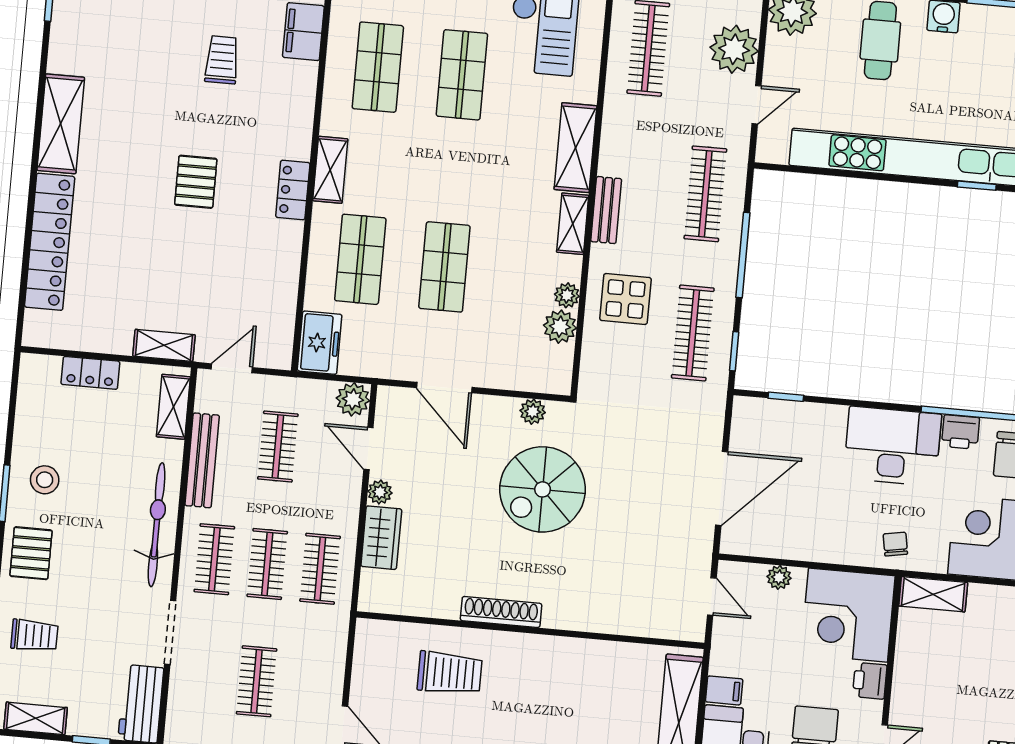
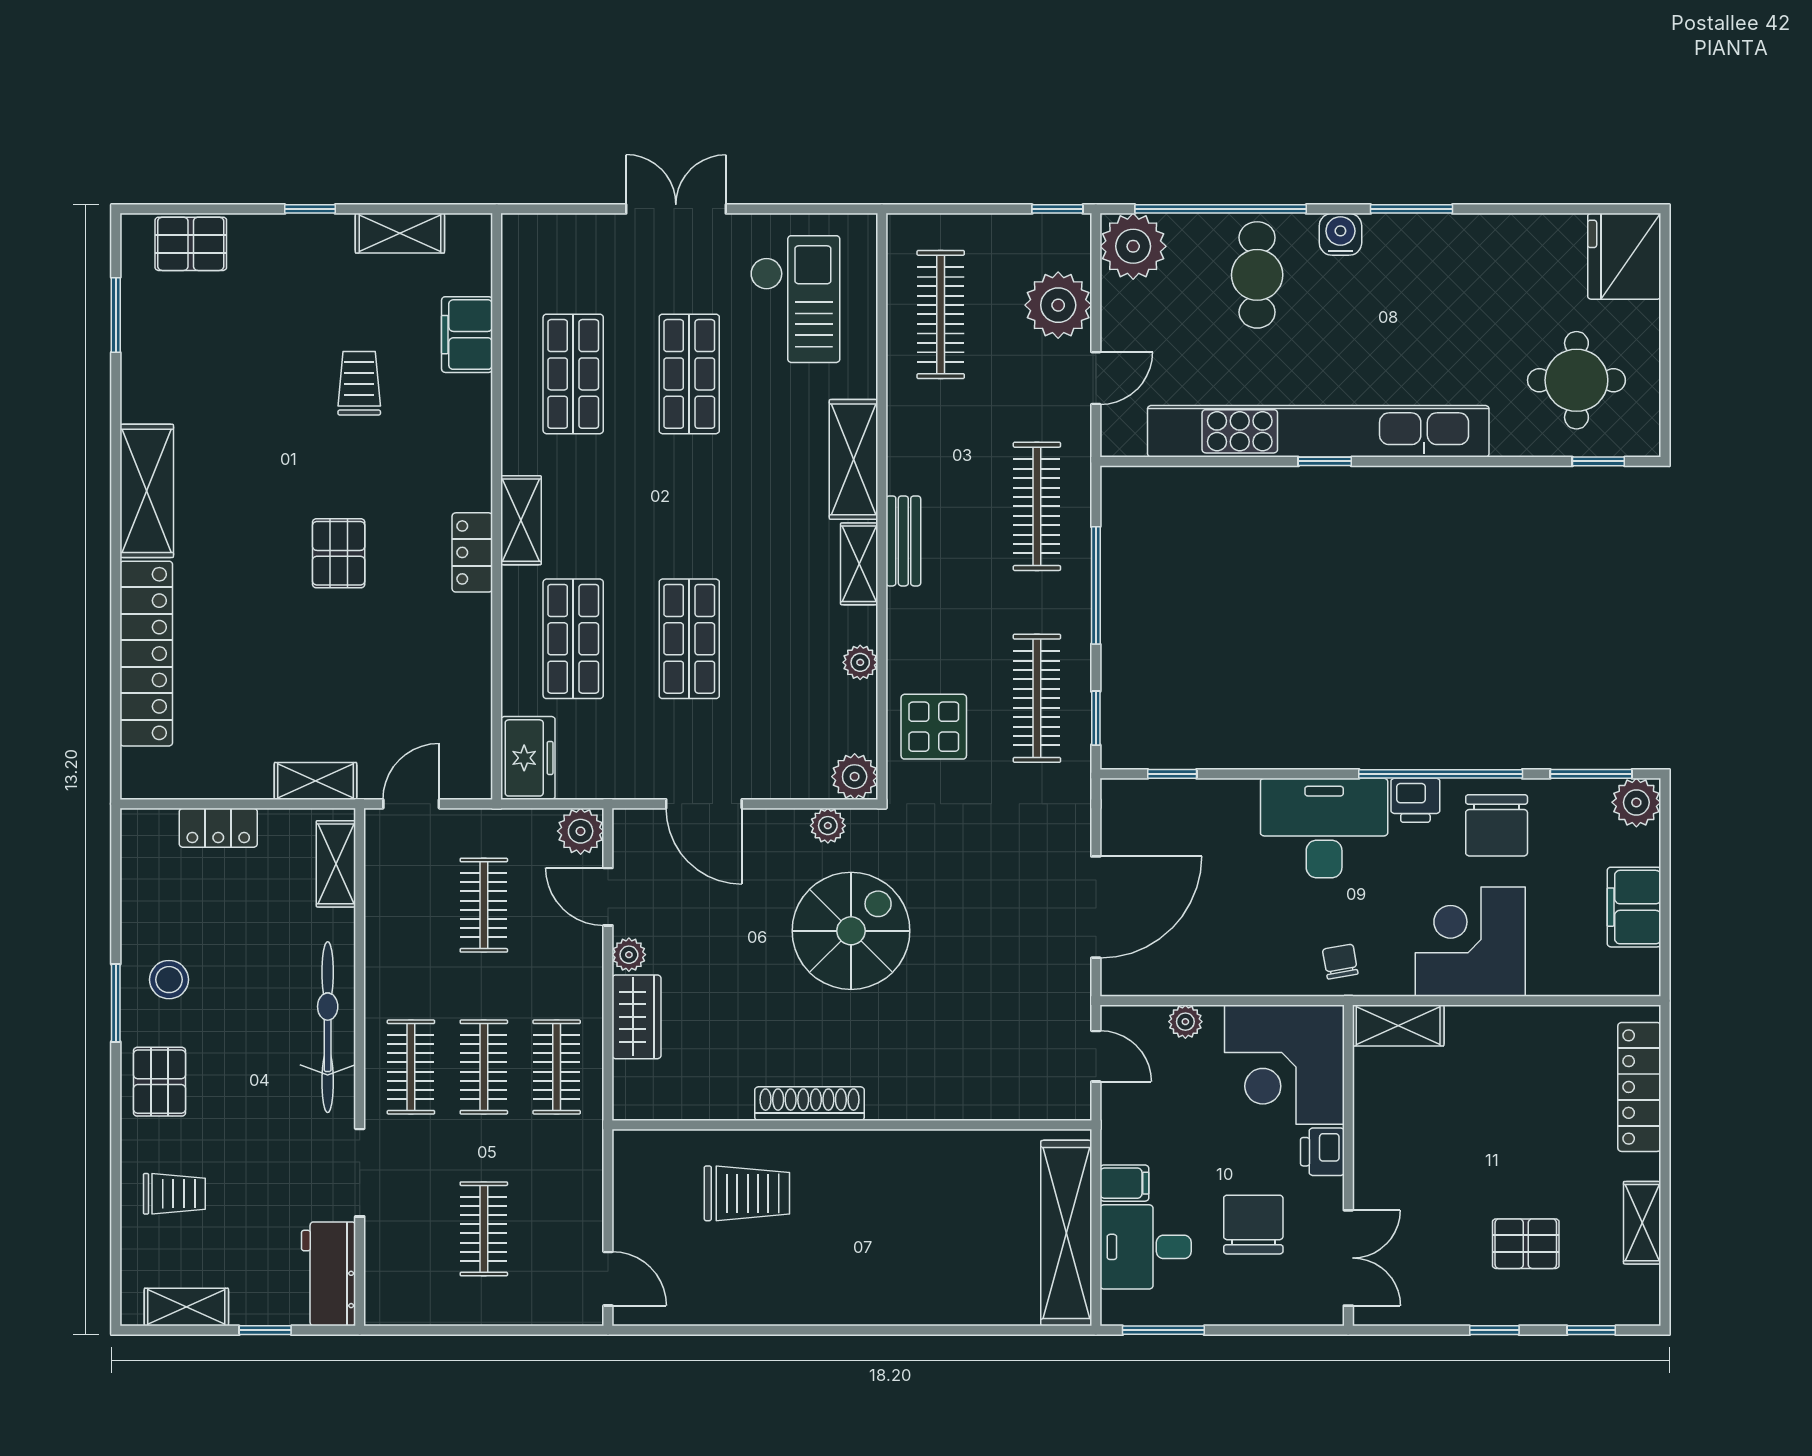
window: (977, 186) -> (1325, 461), moved
display table: (625, 299) -> (934, 727), moved
plant: (560, 327) -> (855, 777), moved
bench: (202, 460) -> (382, 933), removed
spiral stairs: (543, 489) -> (851, 931), turned 180

